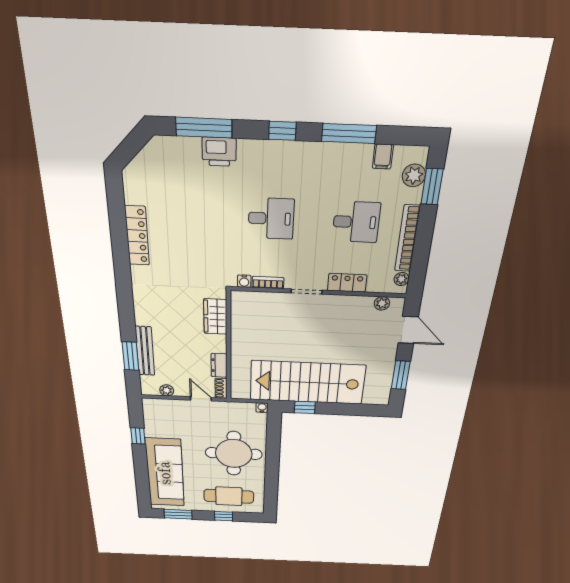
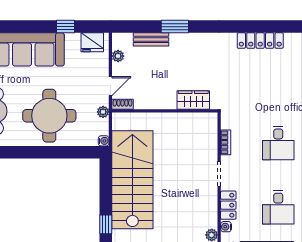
water cooler: (244, 281) -> (226, 227), moved
bench: (145, 351) -> (151, 39), width x0.73
window: (130, 356) -> (175, 27), moved
dresser: (219, 365) -> (146, 103), removed
plant: (230, 407) -> (103, 112), added
window: (305, 407) -> (106, 224), moved
fridge: (153, 413) -> (92, 42), added

